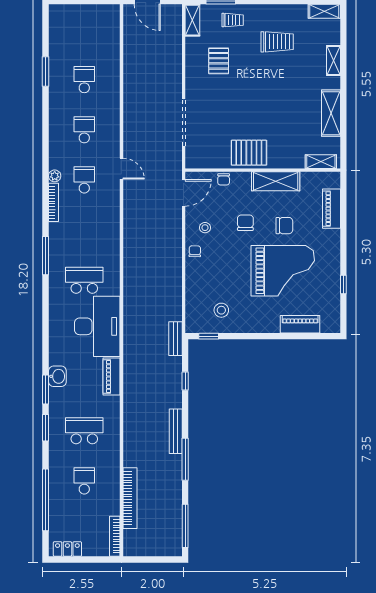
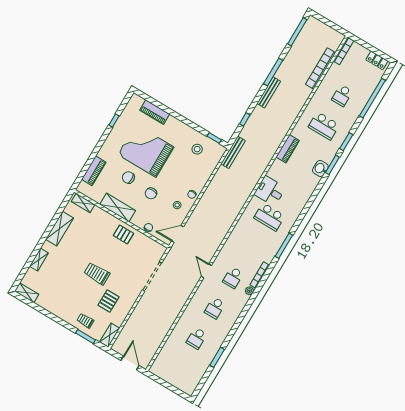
trolley: (277, 42) -> (97, 274), moved
pallet: (249, 153) -> (123, 234), width x0.67, depth x0.71
desk: (97, 326) -> (270, 191), width x0.53, depth x0.77
bench: (175, 339) -> (233, 152), width x1.36

